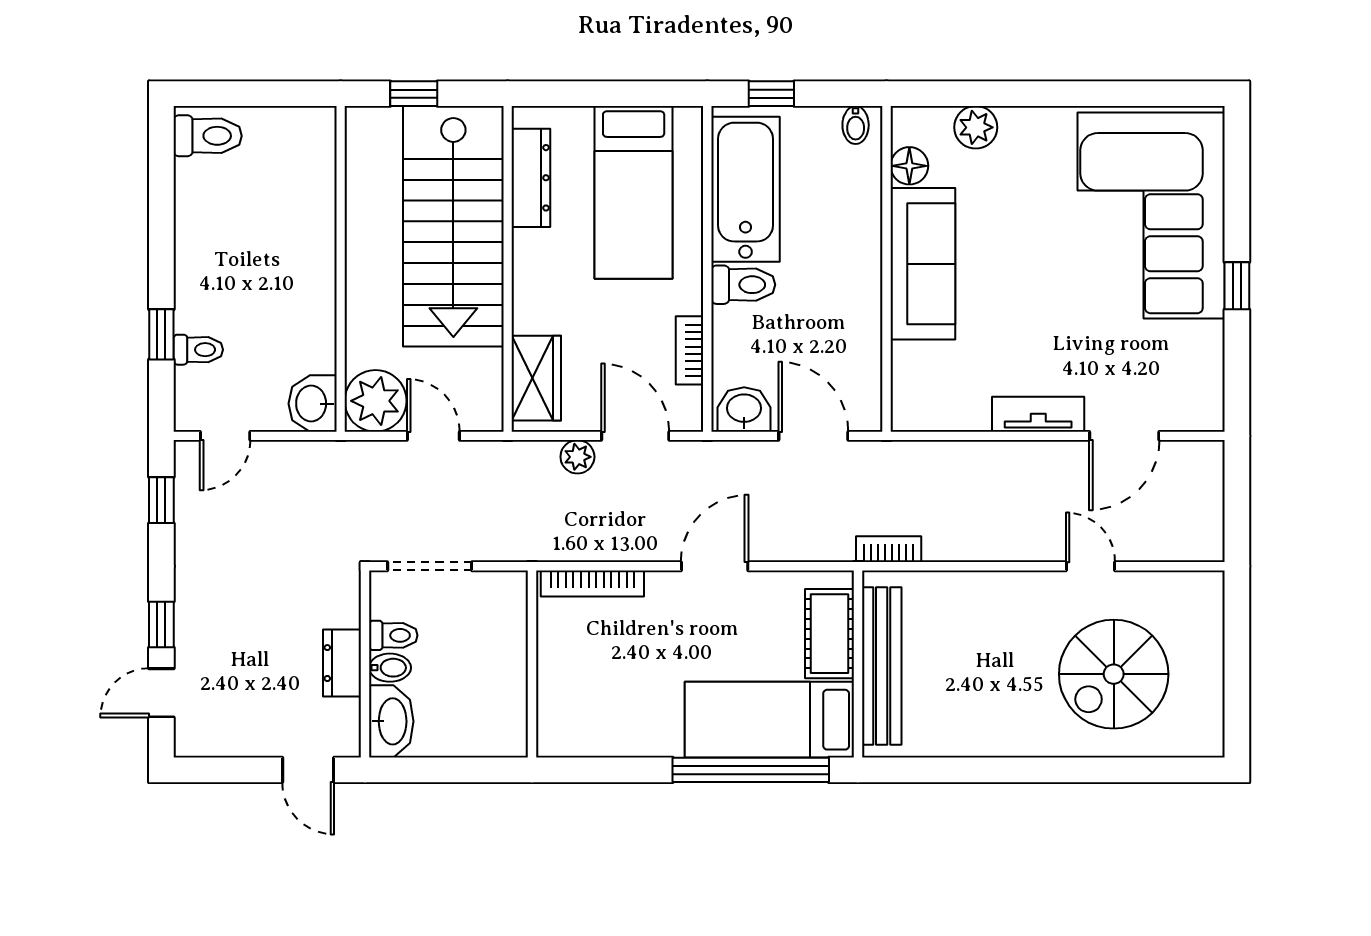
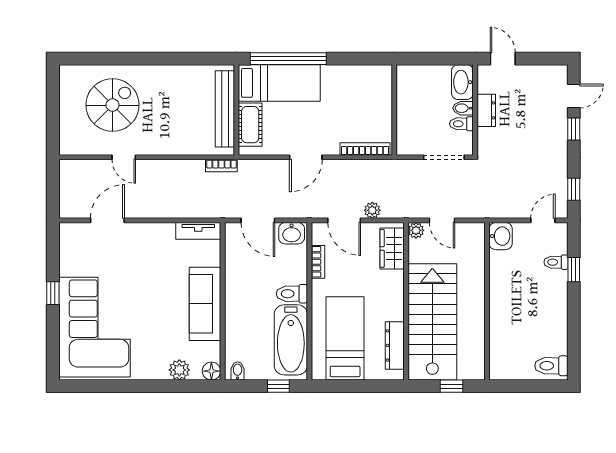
floor lamp: (909, 166) -> (211, 371), moved
plant: (376, 401) -> (416, 230), moved, width x0.53, depth x0.53
tv unit: (1038, 414) -> (198, 231), moved

